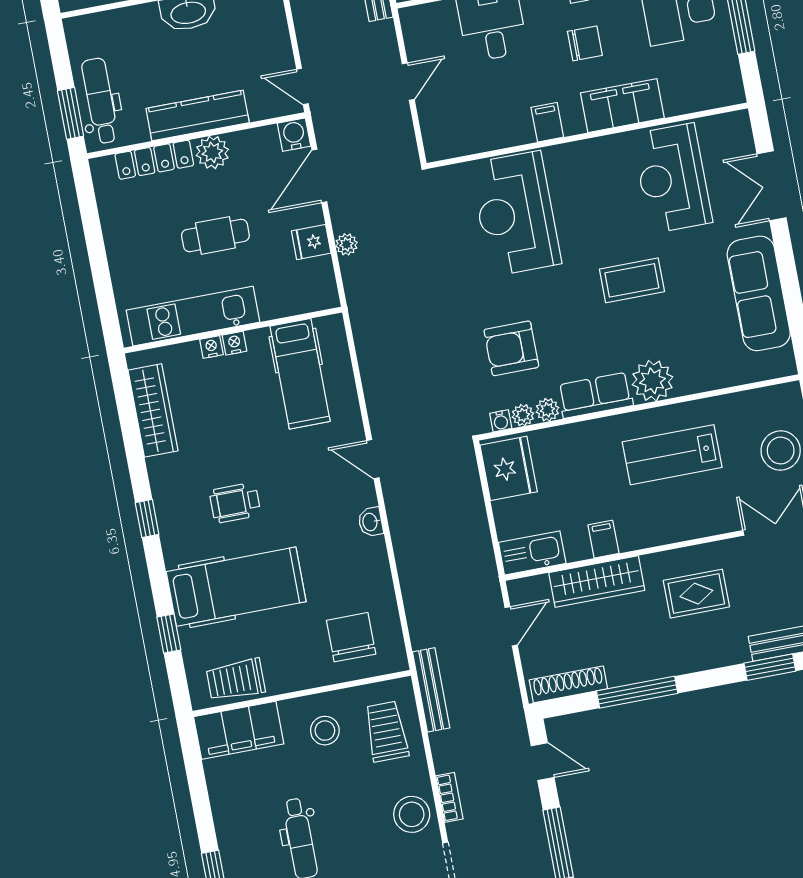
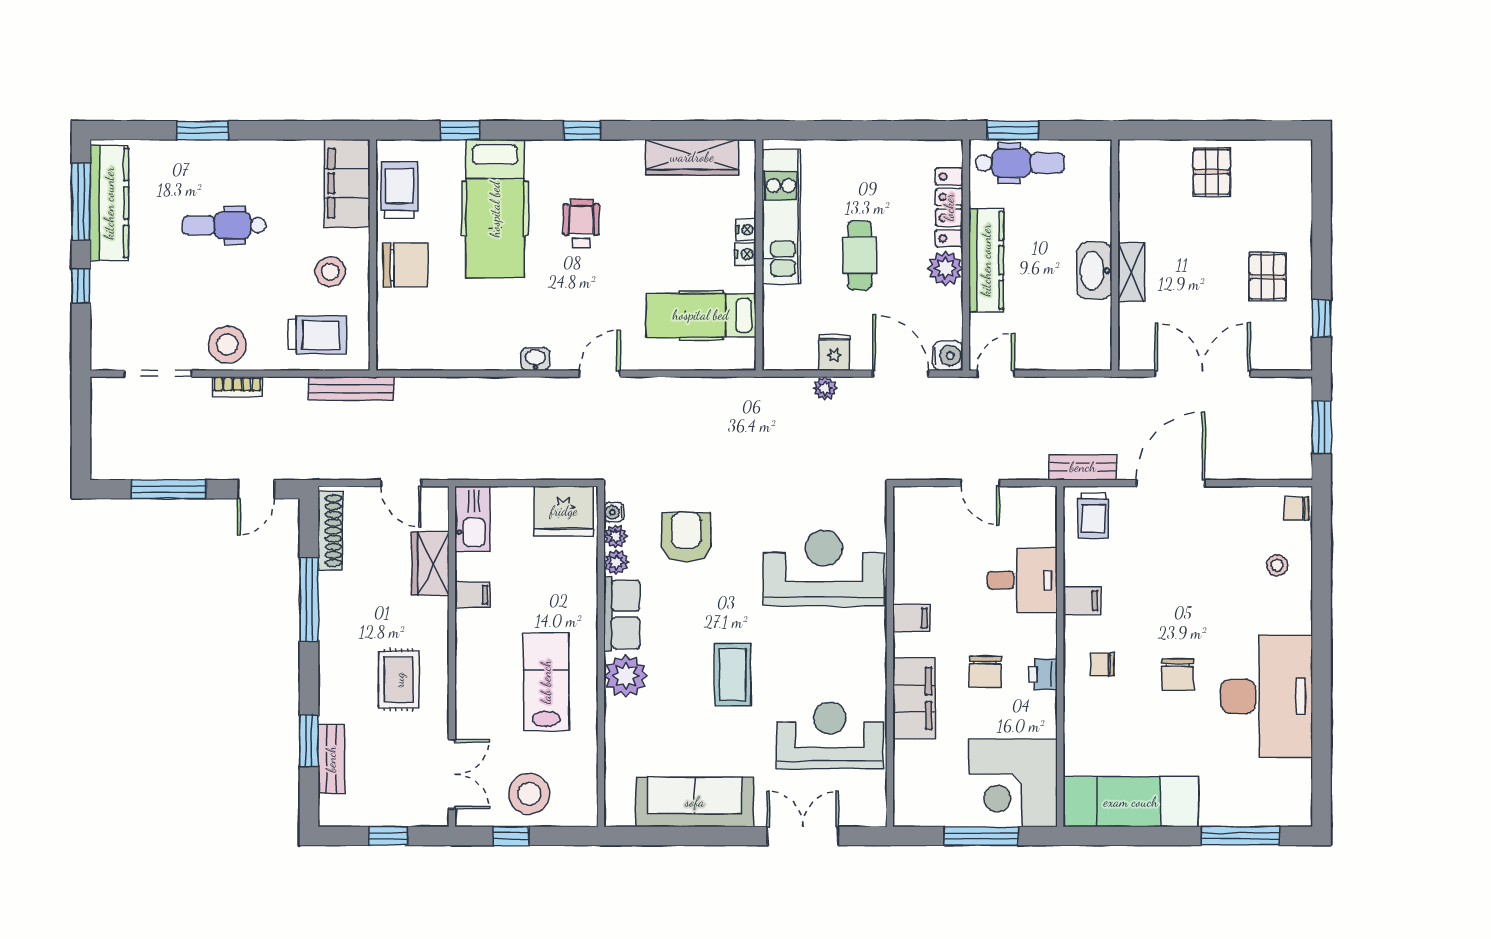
wardrobe: (597, 581) -> (430, 564), width x0.67
chair: (351, 637) -> (405, 265), moved

